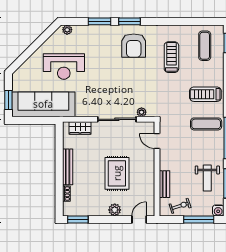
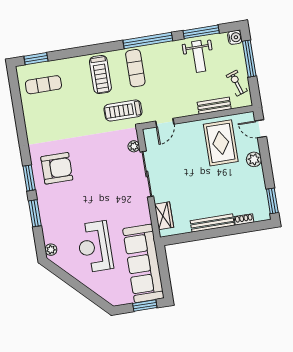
treadmill: (171, 57) -> (123, 110), moved
reception desk: (64, 67) -> (95, 247), turned 180
rug: (117, 173) -> (221, 143), moved, turned 90
weight bench: (207, 178) -> (199, 56), turned 90

